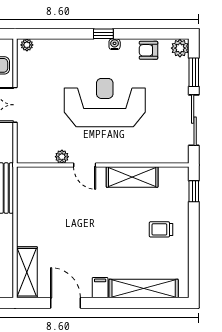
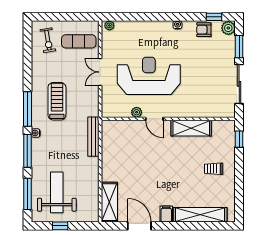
window: (103, 34) -> (214, 17), moved
reception desk: (105, 103) -> (149, 76), moved

